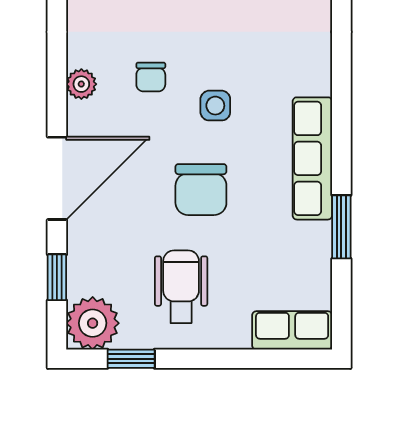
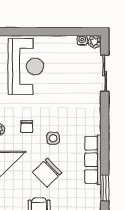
chair: (201, 190) -> (47, 173), turned 46

